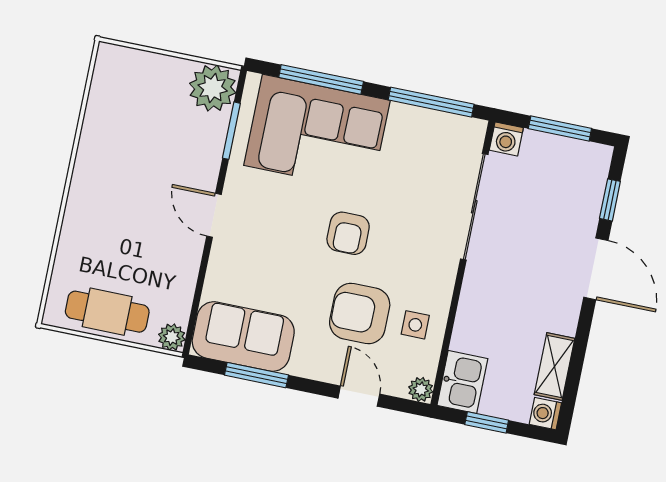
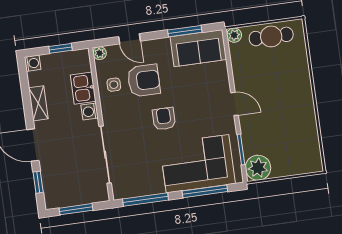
washing machine: (506, 139) -> (90, 112), moved, turned -90
shelving: (555, 366) -> (38, 103), moved
kitchen sink: (462, 382) -> (83, 88), moved

